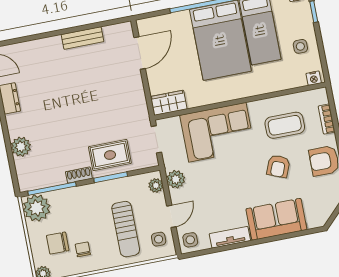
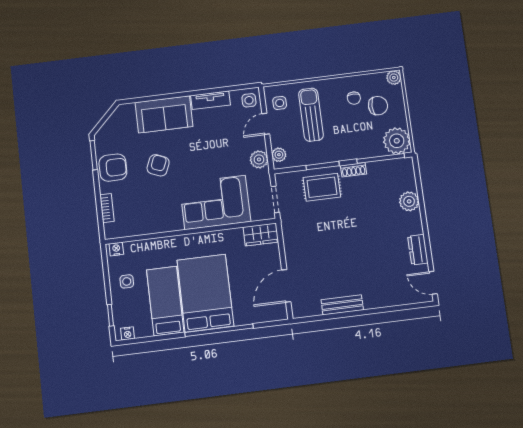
coffee table: (285, 125) -> (149, 205), removed

